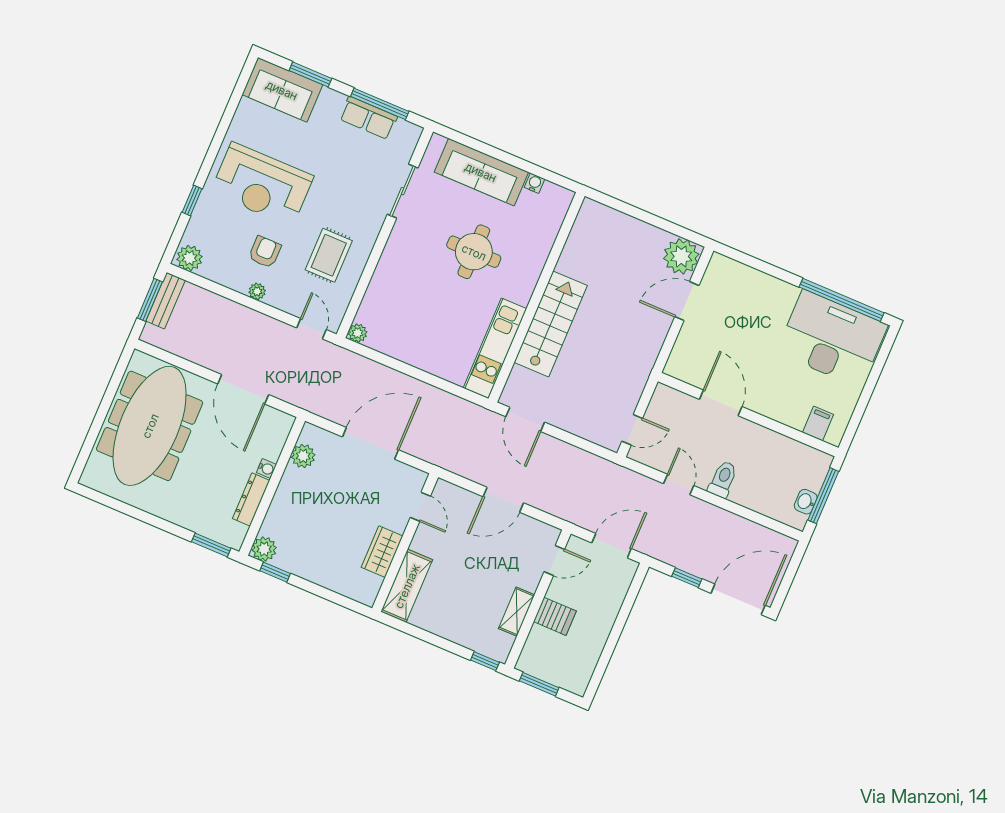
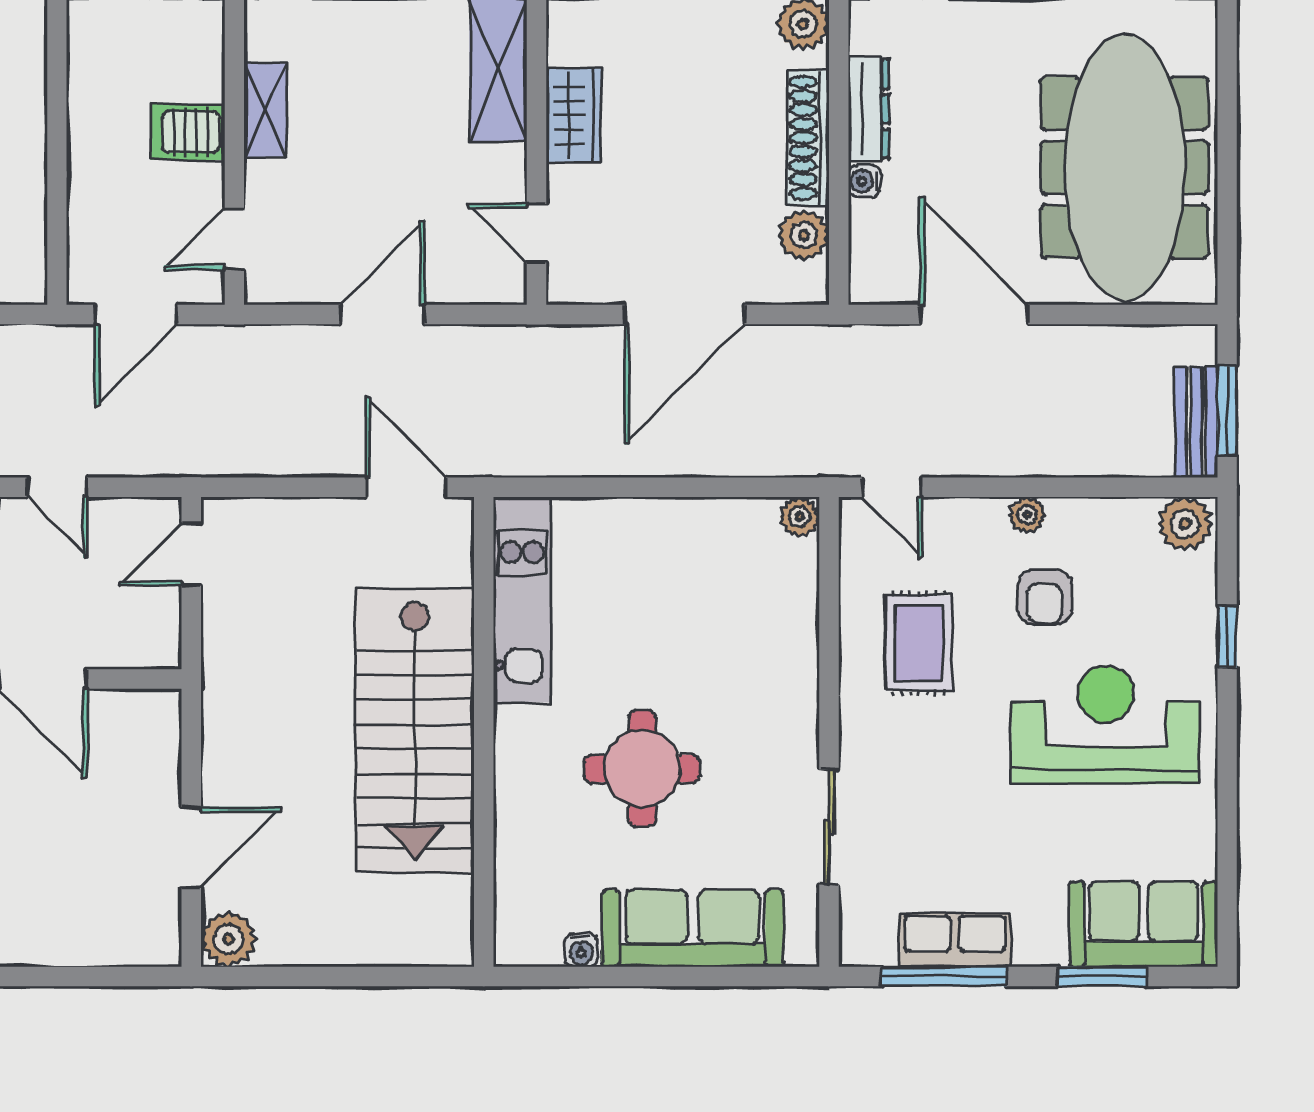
plant: (681, 256) -> (228, 939), width x0.73, depth x0.73
stairs: (551, 324) -> (415, 730), width x1.36, depth x1.51
shoe rack: (283, 498) -> (808, 138), added

